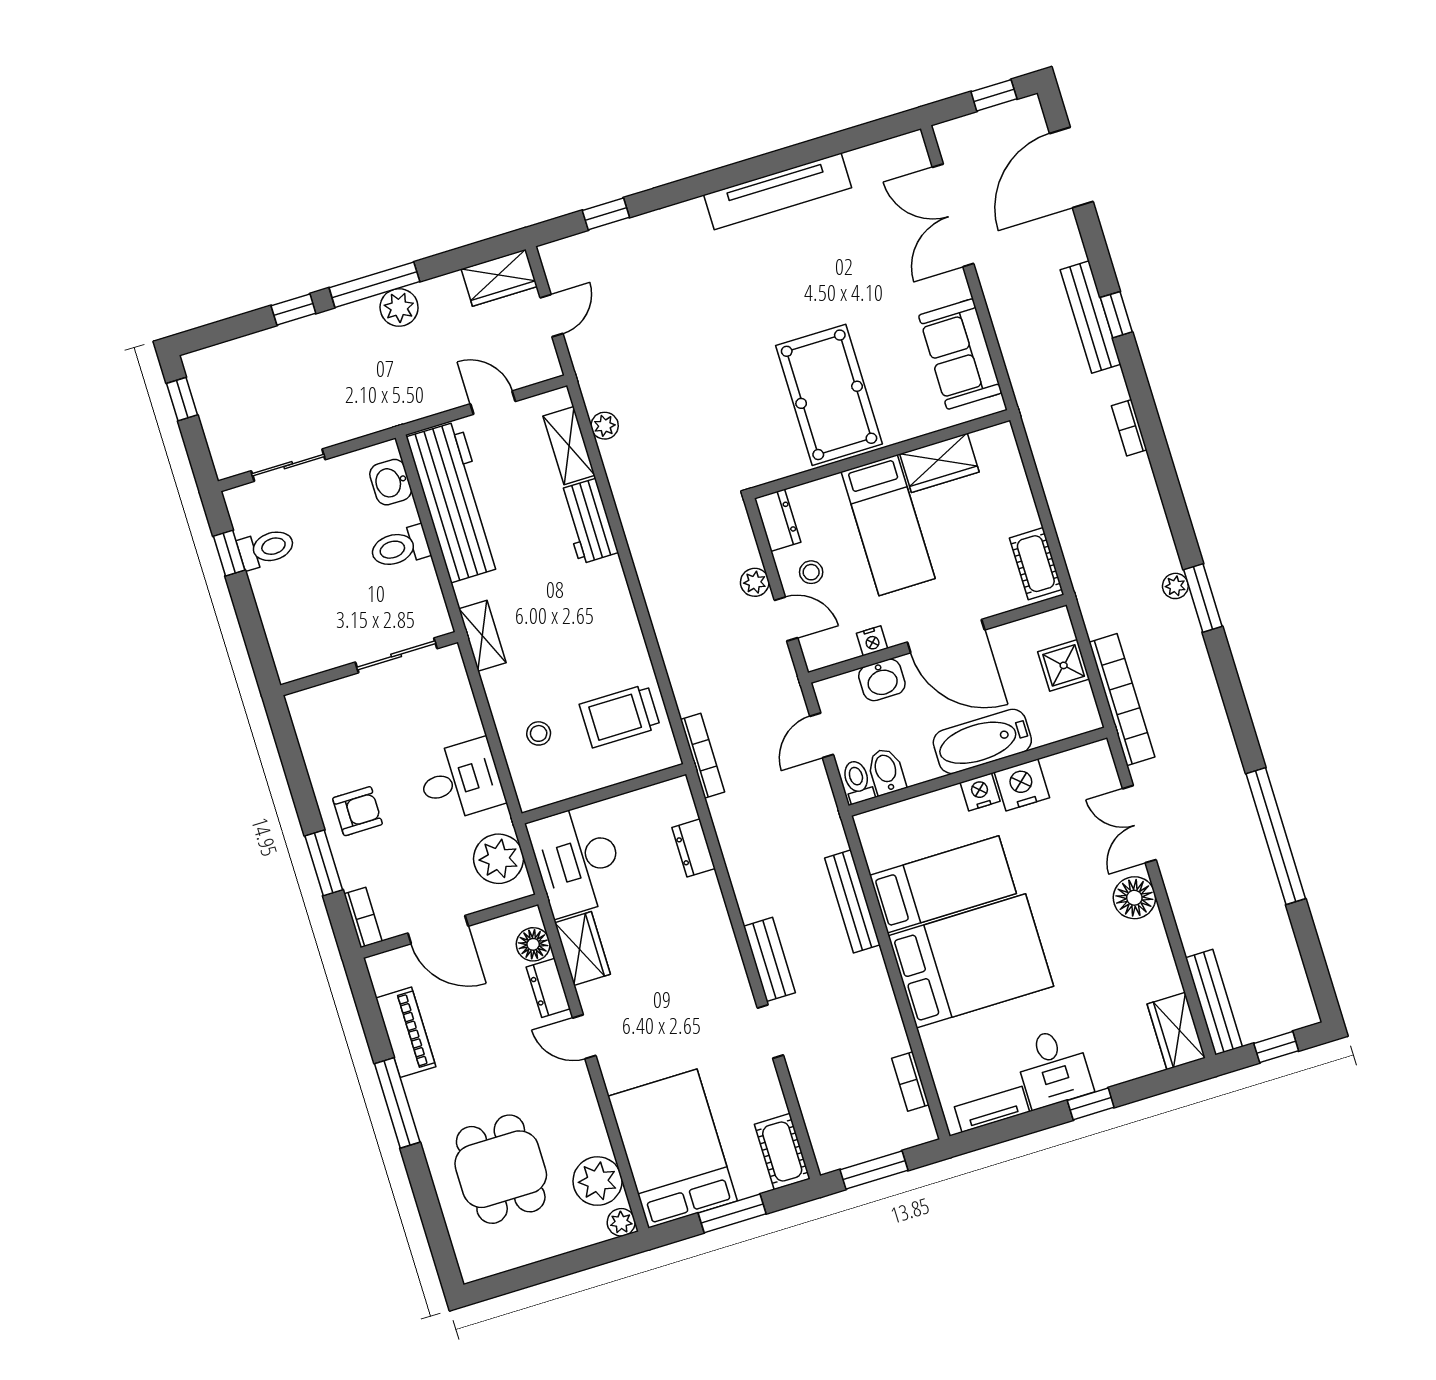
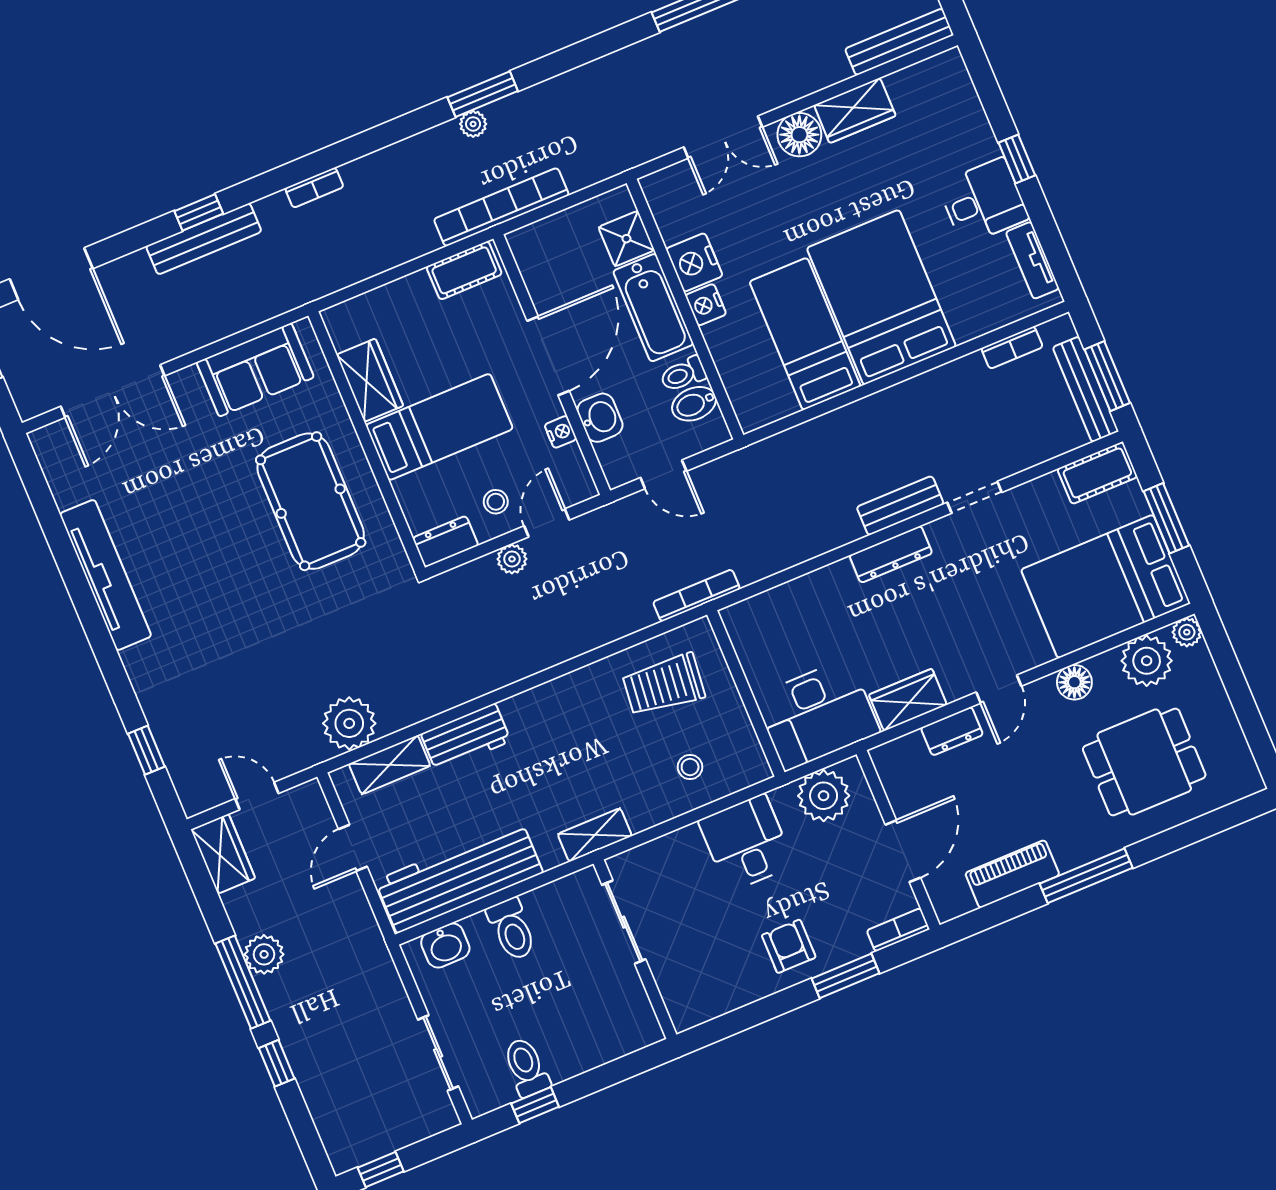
pool table: (829, 395) -> (311, 501), turned 90
plant: (605, 426) -> (349, 723), width x1.88, depth x1.88
shower: (1064, 665) -> (626, 239), moved
bookcase: (1122, 700) -> (501, 207), moved
trolley: (620, 716) -> (664, 685), turned 96
toilet: (858, 782) -> (683, 374), moved
dresser: (694, 848) -> (891, 554), moved, width x1.44
bench: (852, 901) -> (1086, 389), moved, turned 90
floor lamp: (533, 944) -> (1074, 682), moved
wardrobe: (1176, 1031) -> (855, 110), moved

